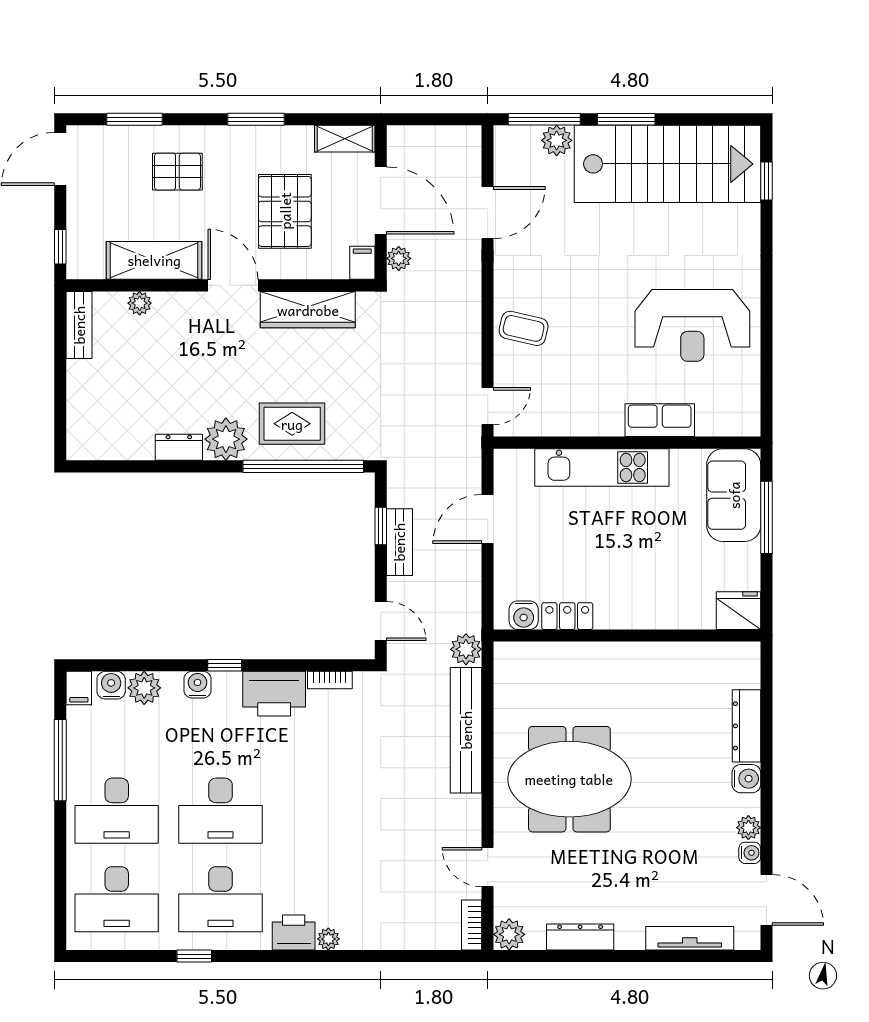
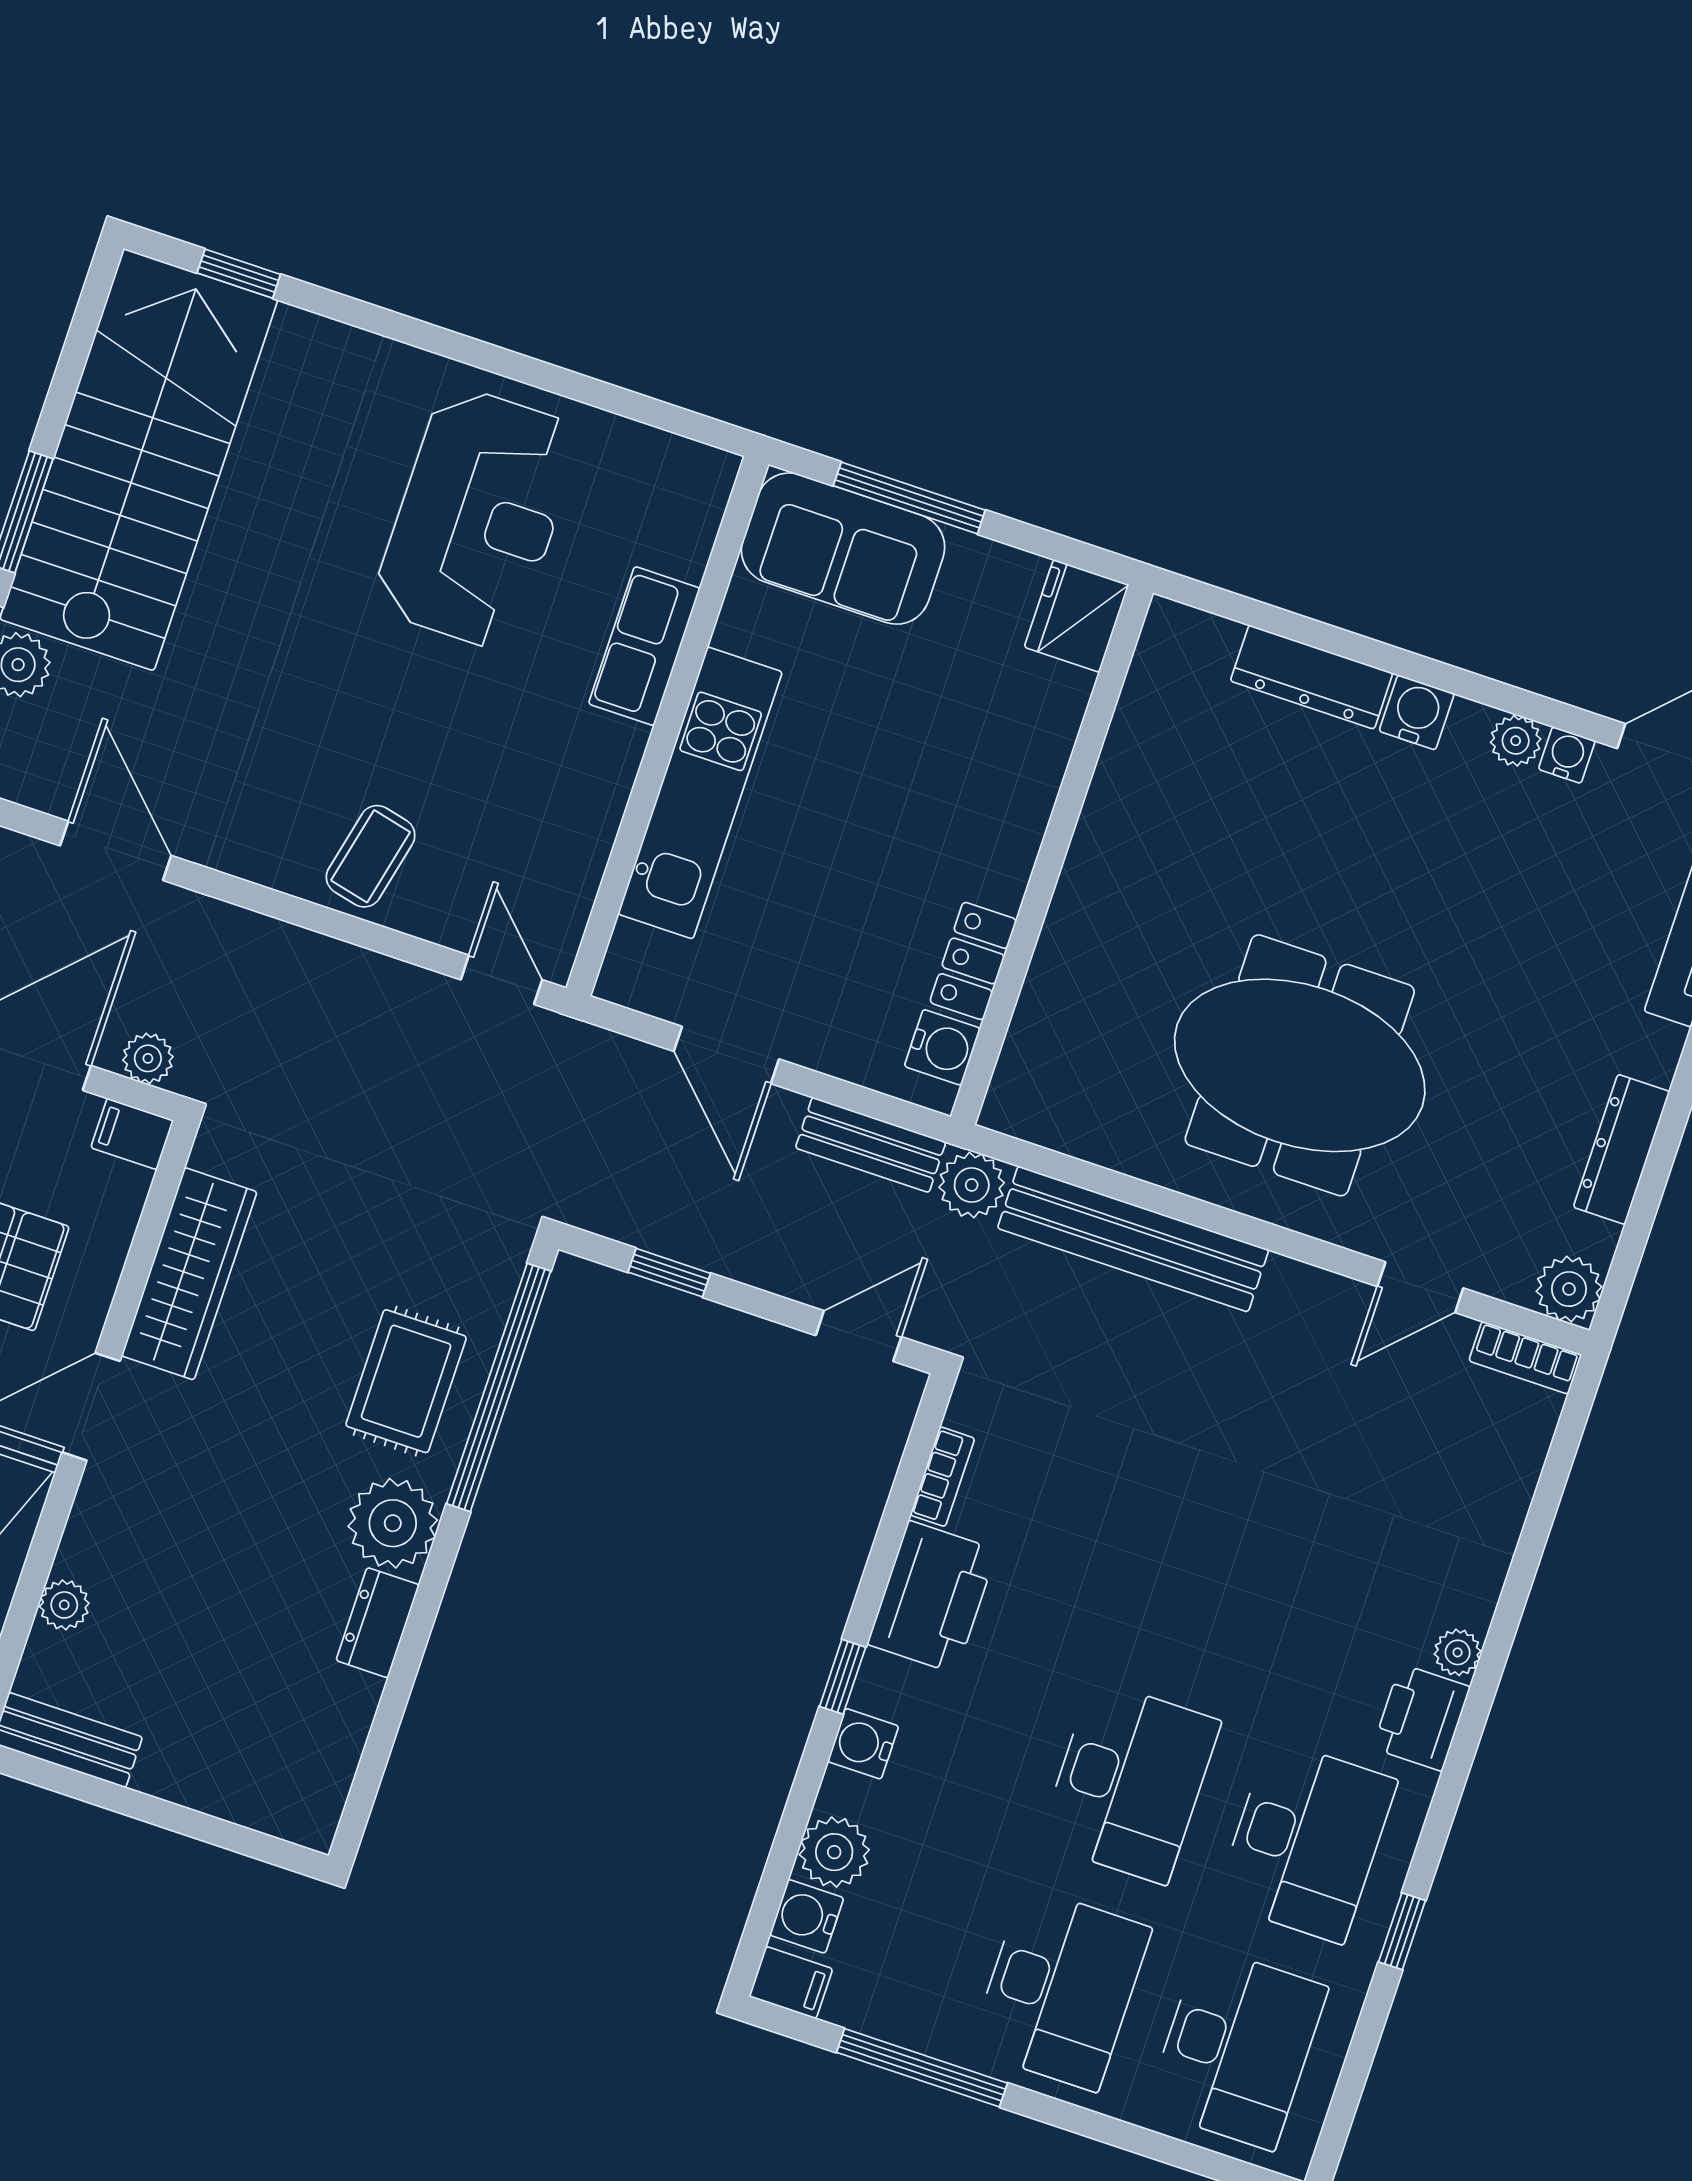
bench: (399, 542) -> (871, 1145), moved
meeting table: (569, 779) -> (1300, 1065), turned 90

